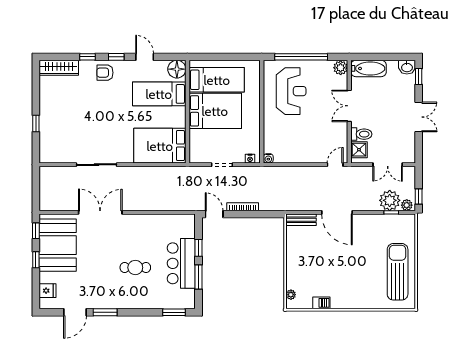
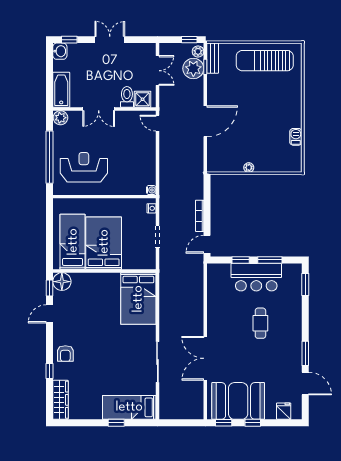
window: (116, 57) -> (50, 288), moved
bed: (159, 94) -> (129, 407), moved, turned 90
bench: (301, 220) -> (213, 58), moved
plant: (291, 295) -> (249, 168), moved

